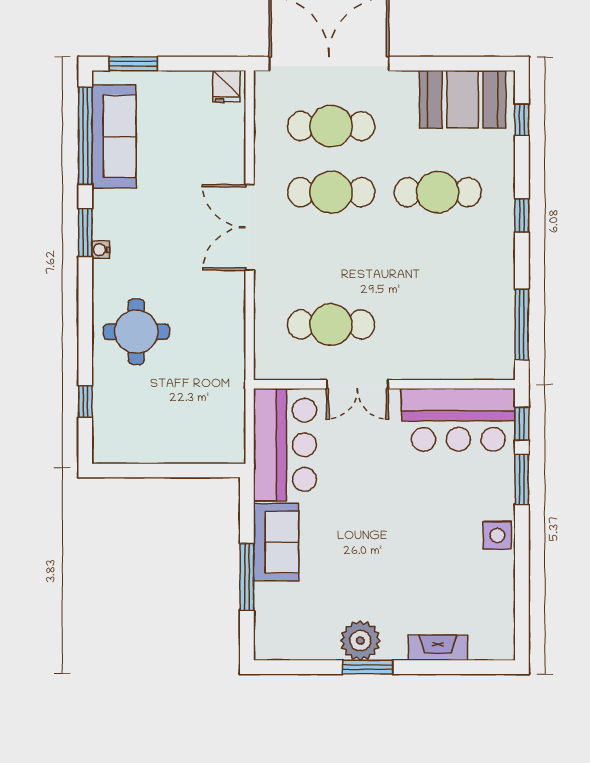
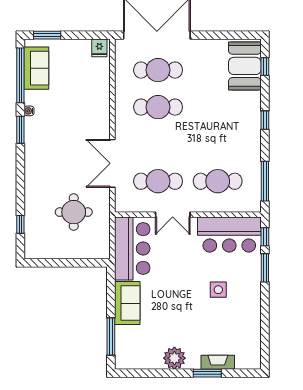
booth: (463, 99) -> (245, 66), moved, turned 90
sofa: (114, 136) -> (36, 68), width x0.73
cafe table: (438, 192) -> (218, 181), moved
double door: (250, 227) -> (112, 163), moved
water cooler: (101, 250) -> (29, 111), moved
round table: (136, 332) -> (74, 212), moved
side table: (497, 535) -> (218, 290), moved
window: (247, 577) -> (111, 337), moved
window: (368, 667) -> (207, 373), moved

